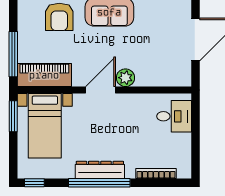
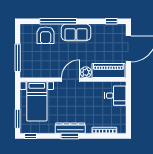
piano: (44, 75) -> (108, 71), moved
window: (13, 116) -> (18, 119), moved
window: (99, 183) -> (70, 136), width x0.47

